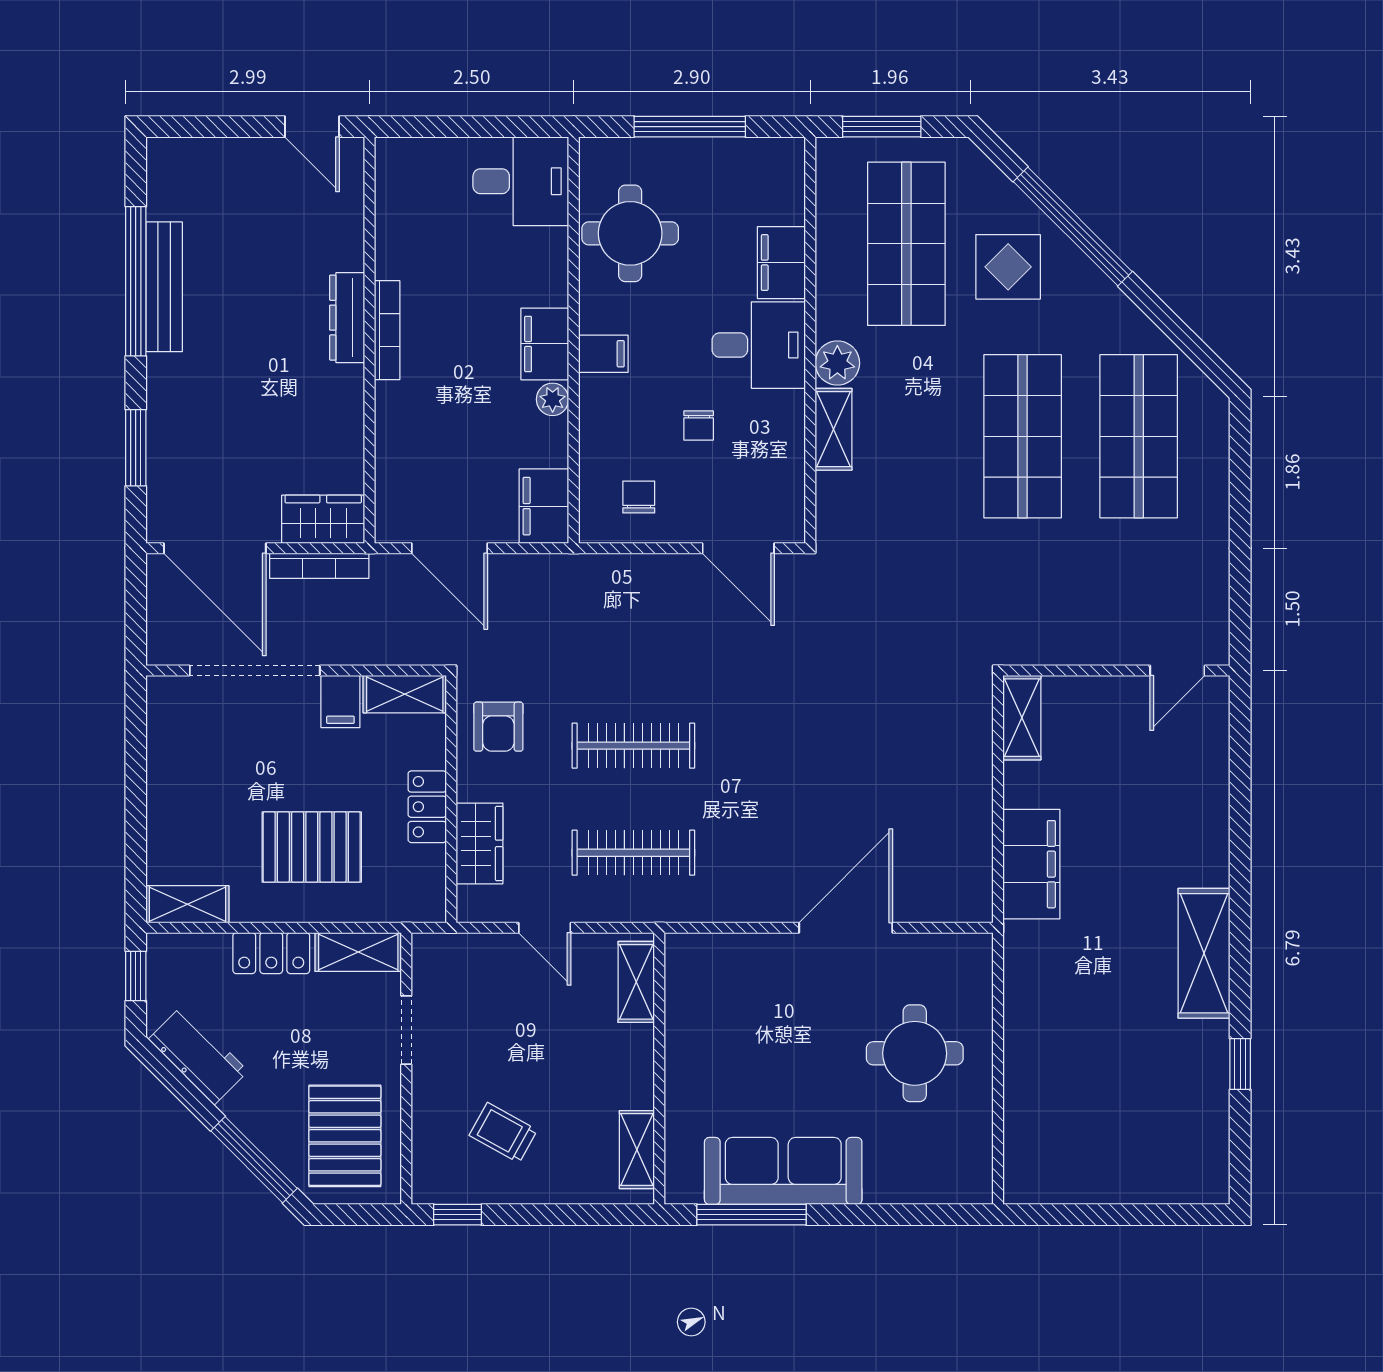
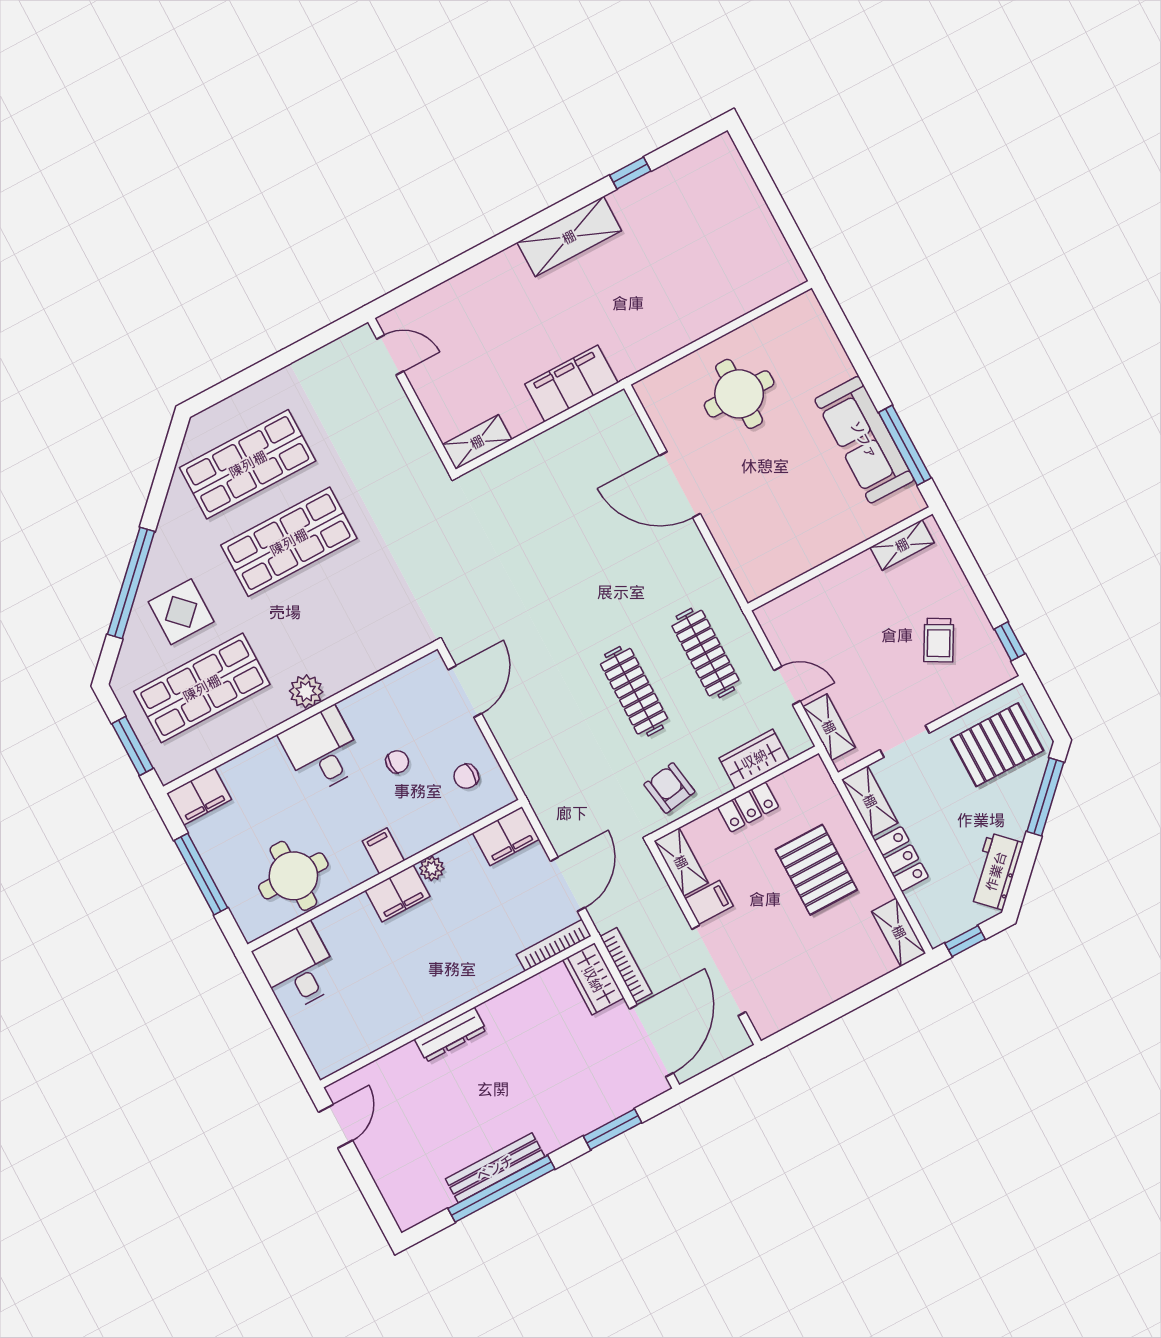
filing cabinet: (781, 263) -> (199, 796), moved
bookcase: (387, 330) -> (554, 945), moved
shelving: (834, 429) -> (352, 670), removed
armchair: (498, 727) -> (669, 788), turned -99
door: (545, 928) -> (787, 686), hinge flipped
shelving: (636, 982) -> (829, 727), moved, turned 90

